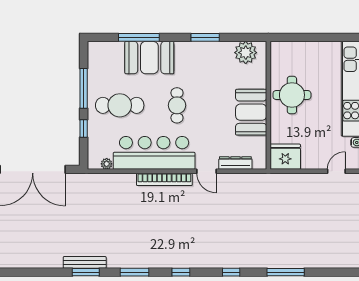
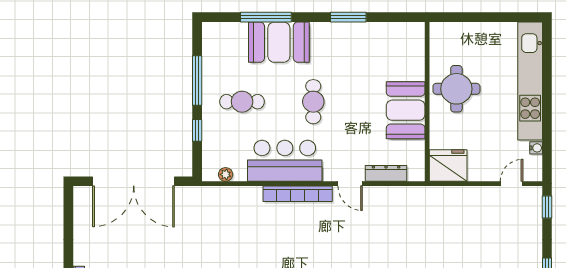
plant: (246, 53) -> (399, 36), removed
cafe table: (120, 105) -> (242, 102), width x0.73, depth x0.74
bar counter: (154, 153) -> (285, 161), width x0.73

